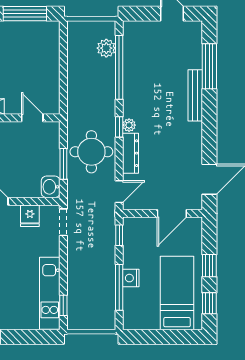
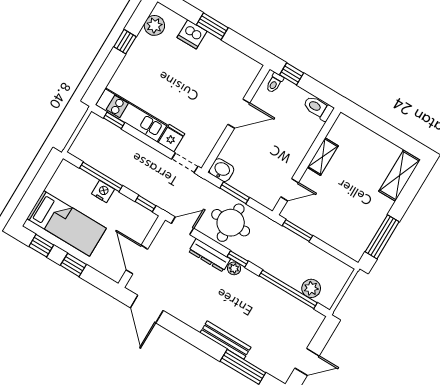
window: (63, 90) -> (298, 231), added
door: (119, 192) -> (182, 226), swing flipped
fridge: (30, 216) -> (172, 138), moved, turned 90

